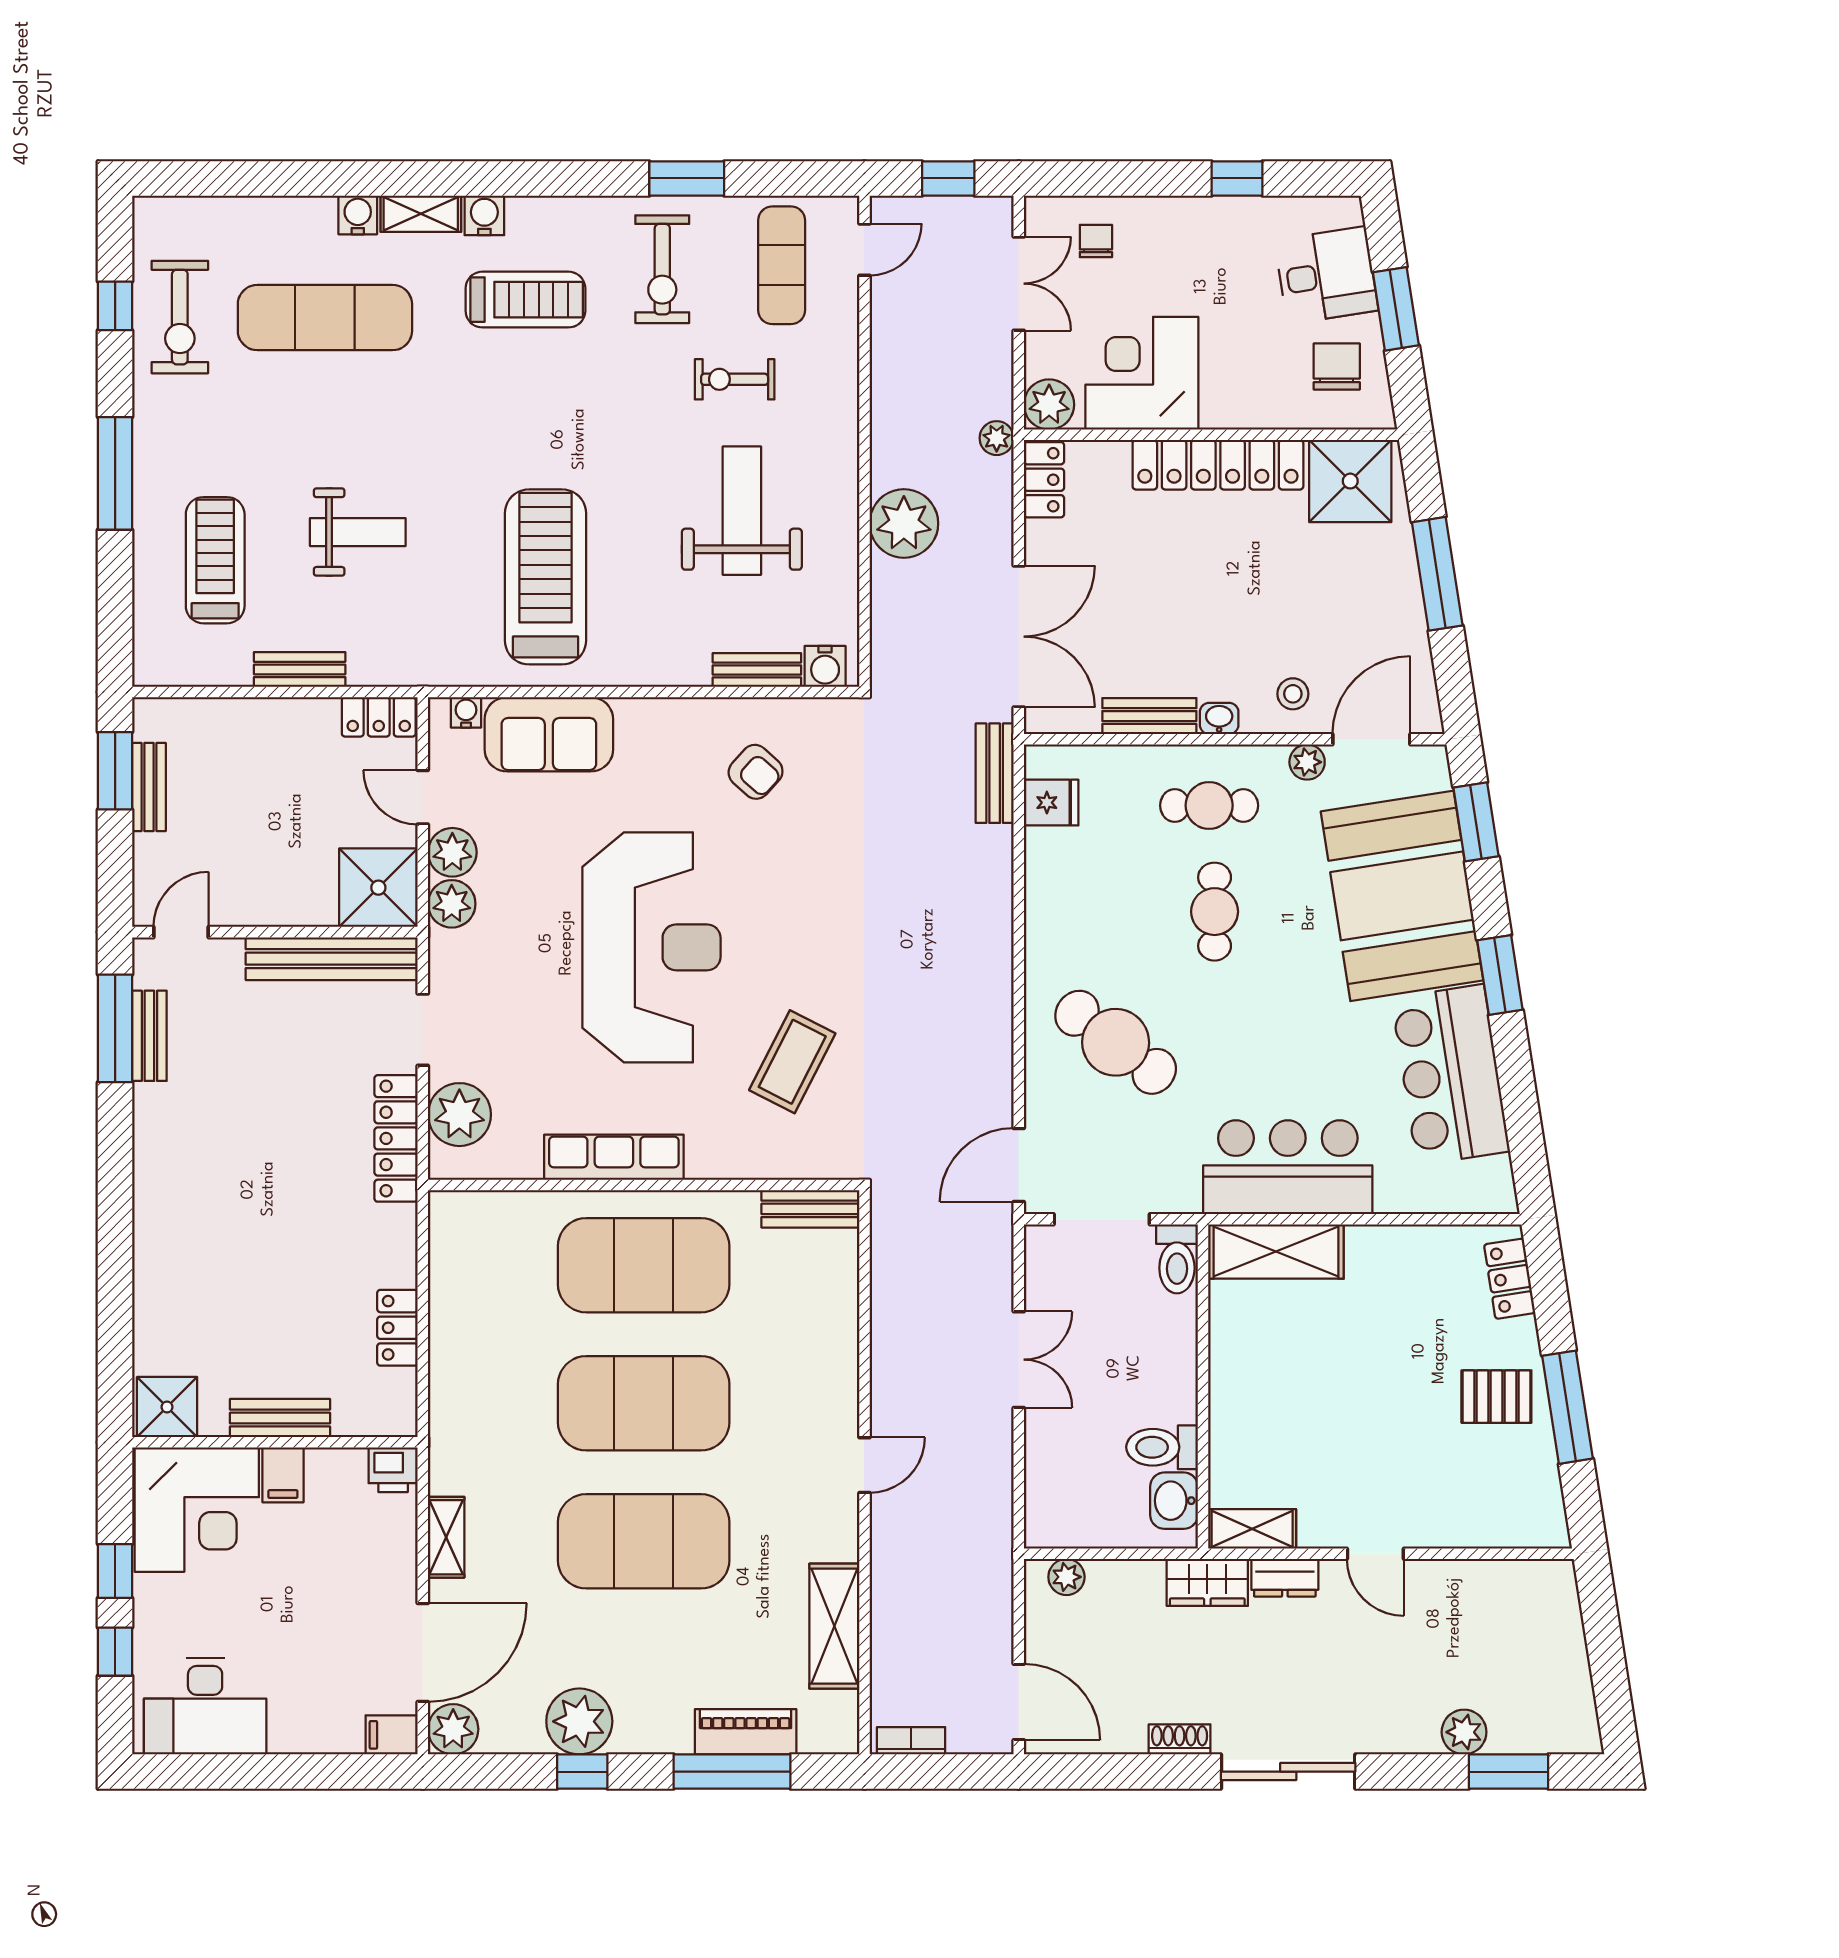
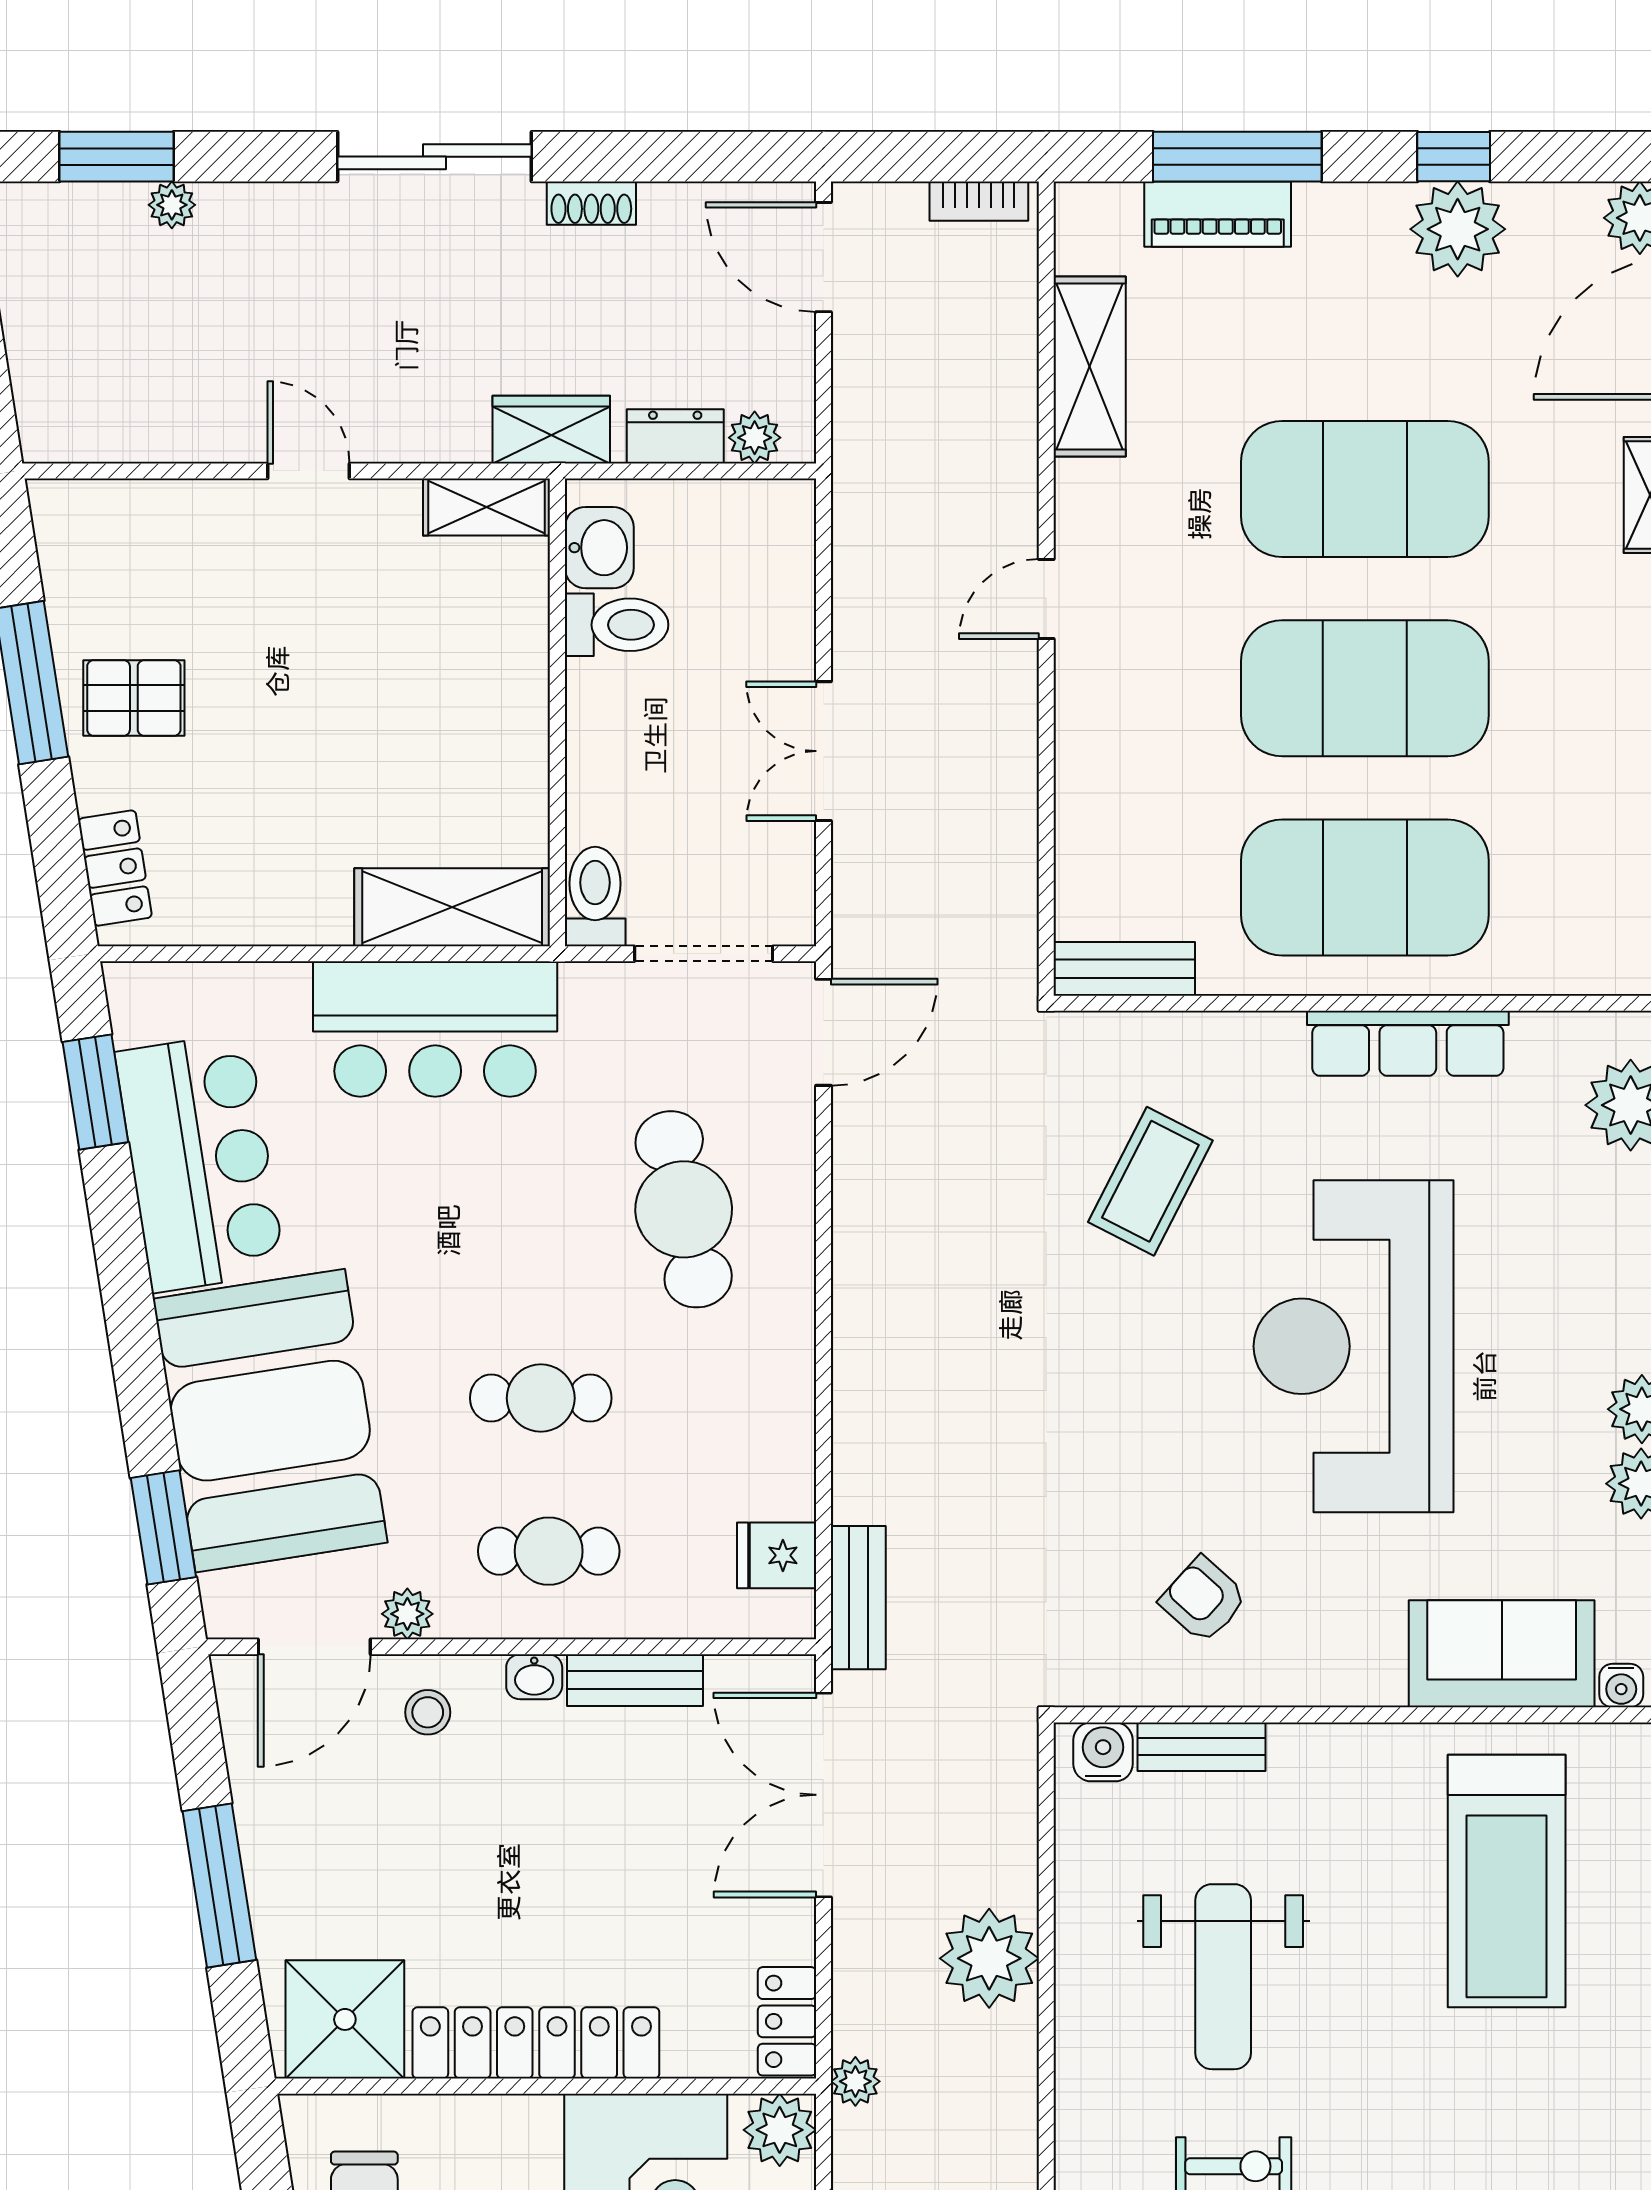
cafe table: (1215, 912) -> (541, 1398), turned 90
window: (1500, 975) -> (95, 1092), moved
cafe table: (1116, 1042) -> (684, 1209), turned 41
dresser: (1285, 1578) -> (675, 436), moved
plant: (1464, 1732) -> (172, 205), width x0.73, depth x0.73

